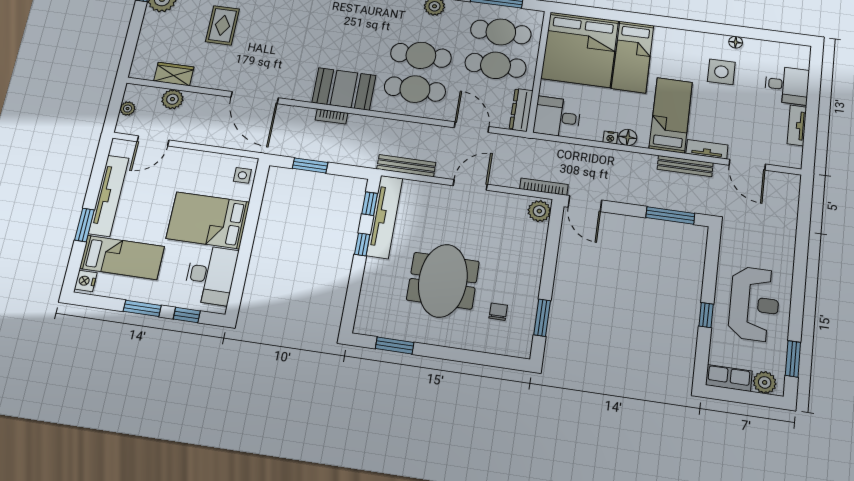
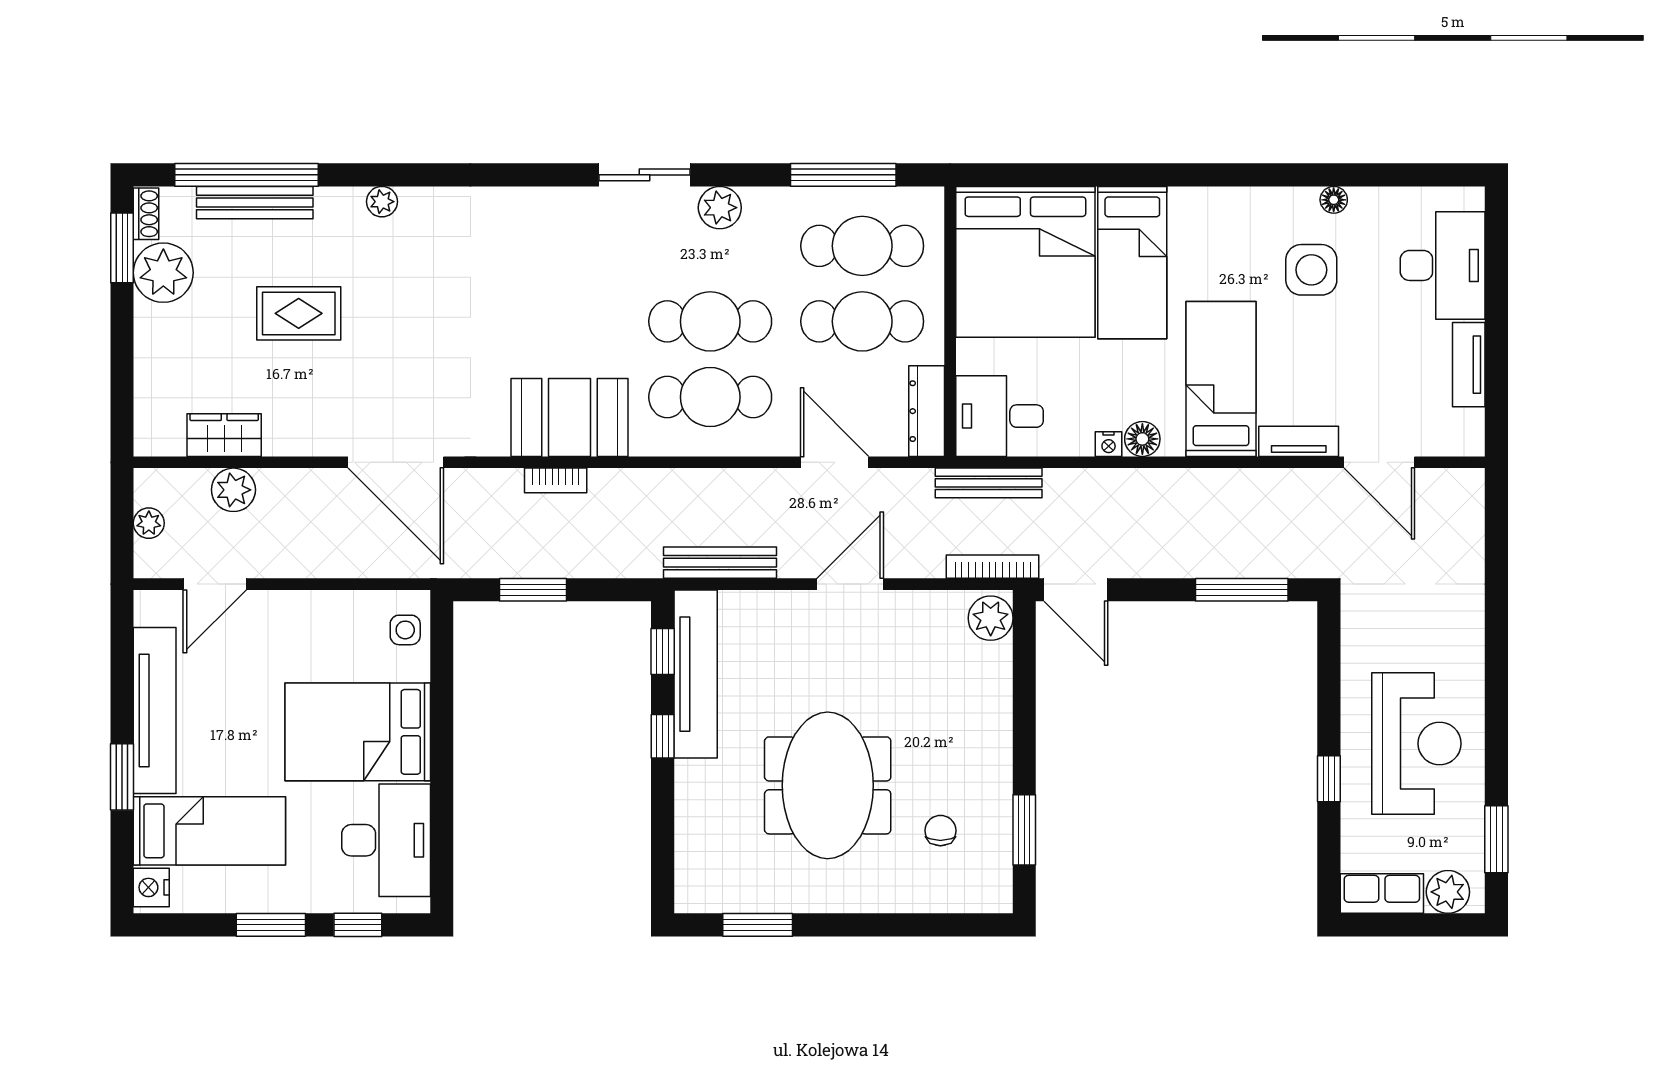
rug: (222, 25) -> (299, 313), turned 90
desk: (787, 85) -> (1443, 265), width x1.37
bench: (685, 166) -> (989, 483), moved

